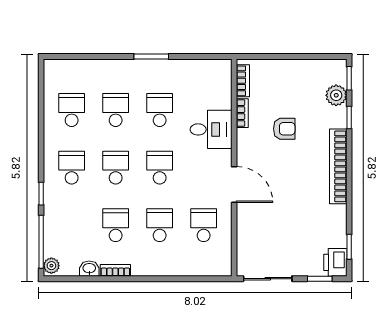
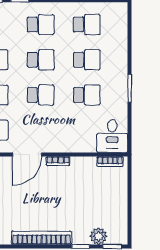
bookcase: (242, 113) -> (58, 161), moved
desk: (211, 129) -> (112, 136), moved
armchair: (284, 129) -> (72, 195), removed

